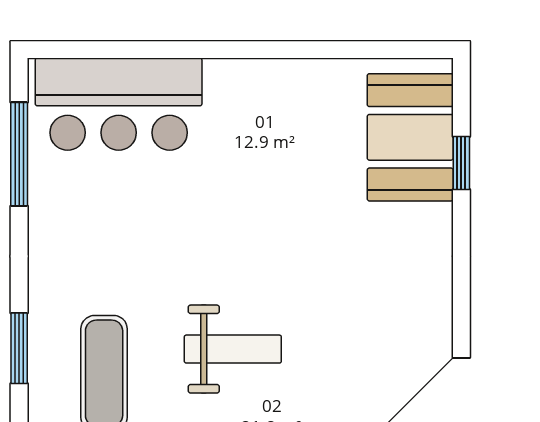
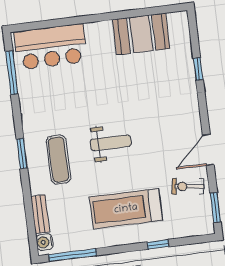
booth: (410, 137) -> (141, 34), moved, turned 90
window: (461, 163) -> (198, 69), moved

